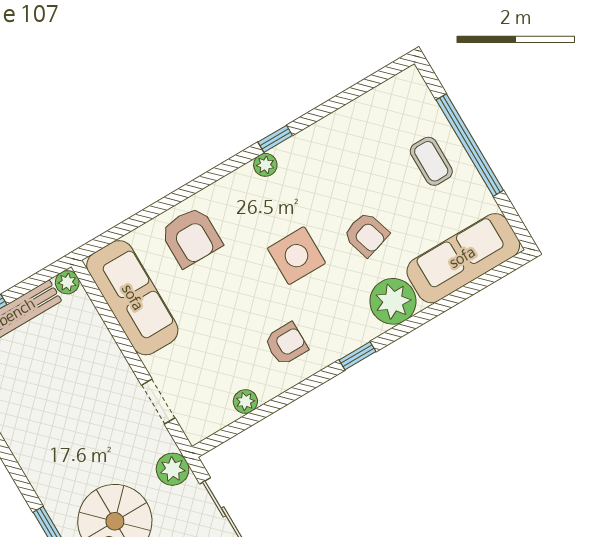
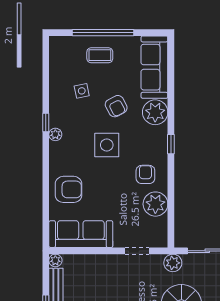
side table: (358, 166) -> (82, 91), added
armchair: (366, 234) -> (116, 106), turned 79
plant: (245, 401) -> (155, 204), width x1.87, depth x1.87

